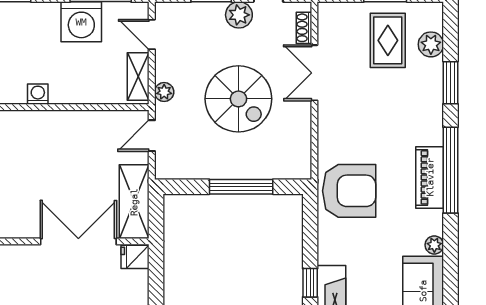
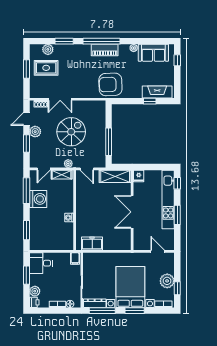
window: (241, 187) -> (109, 142), moved
armchair: (349, 191) -> (110, 84), turned -92
double door: (78, 241) -> (132, 212), moved

